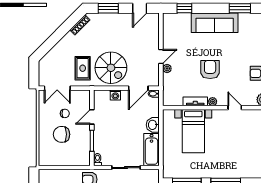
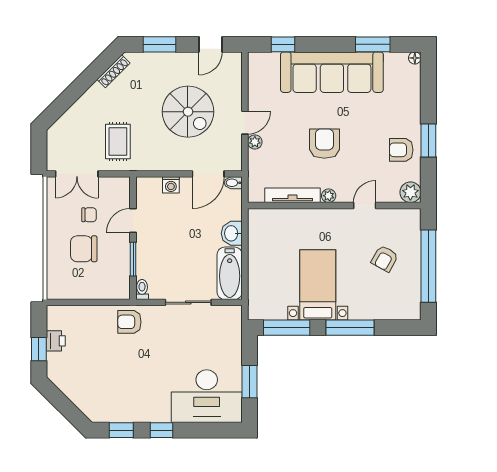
sofa: (215, 23) -> (332, 72), width x1.36, depth x1.27
spiral stairs: (111, 68) -> (188, 112), moved
tv unit: (195, 101) -> (293, 195), width x1.41
door: (235, 108) -> (365, 206), hinge flipped
bed with nightstands: (193, 131) -> (318, 285), moved, turned 180
armchair: (247, 140) -> (385, 259), added

